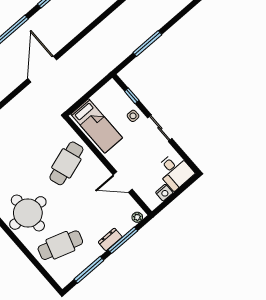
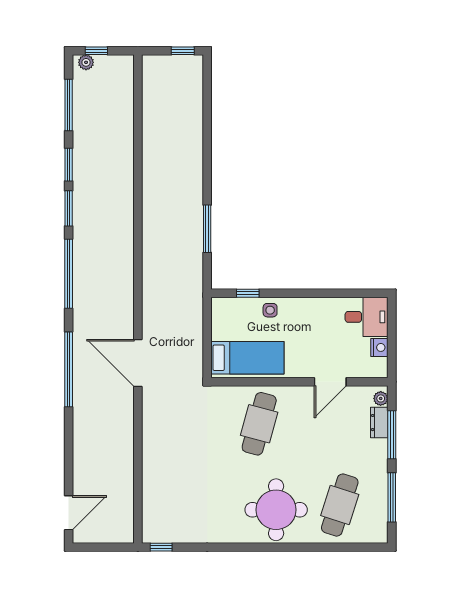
sliding door: (160, 128) -> (308, 293), removed
cafe table: (66, 163) -> (259, 424), turned 33
dresser: (110, 239) -> (379, 423), moved

